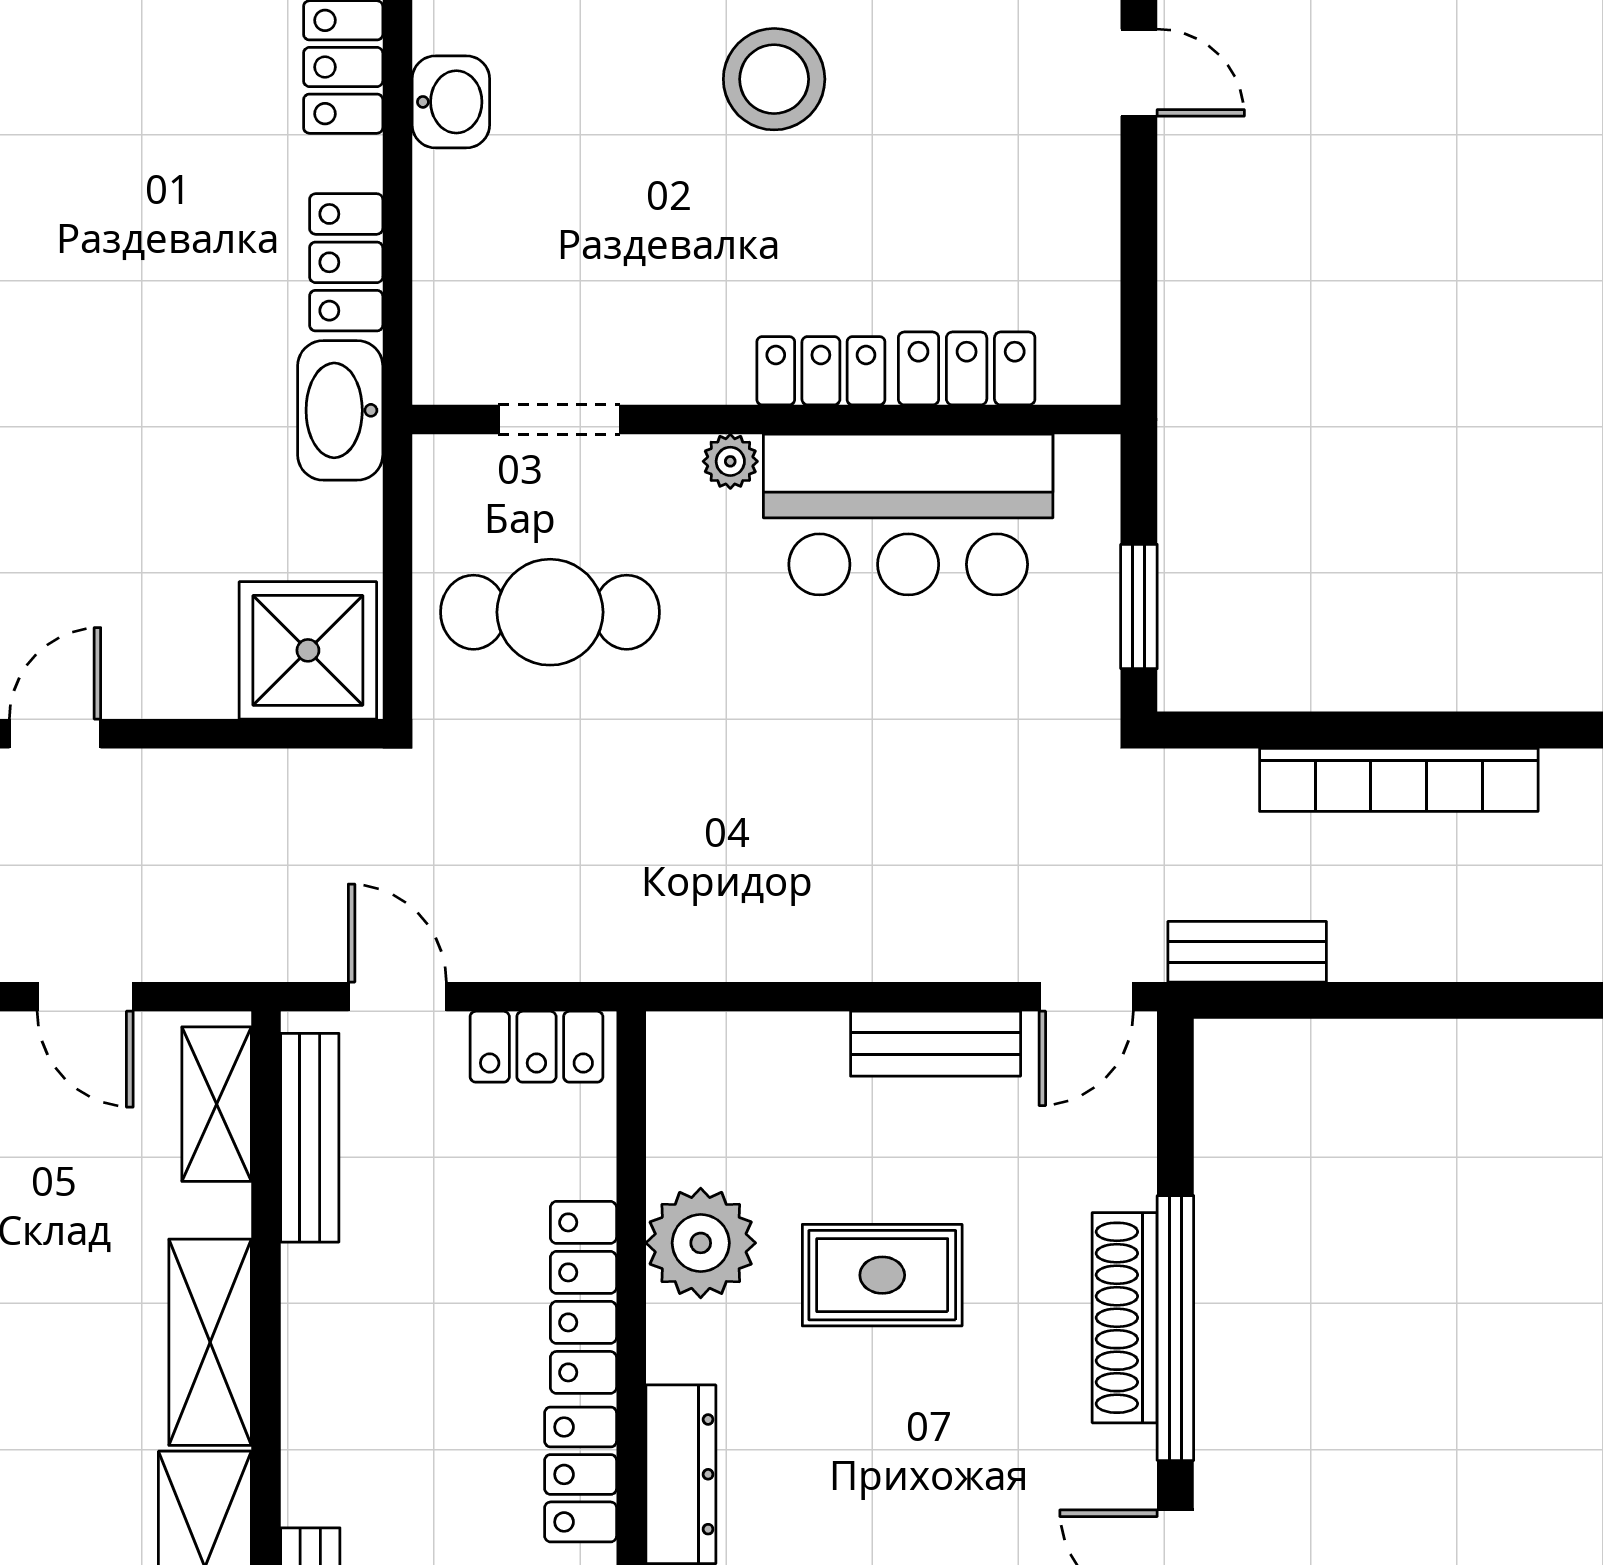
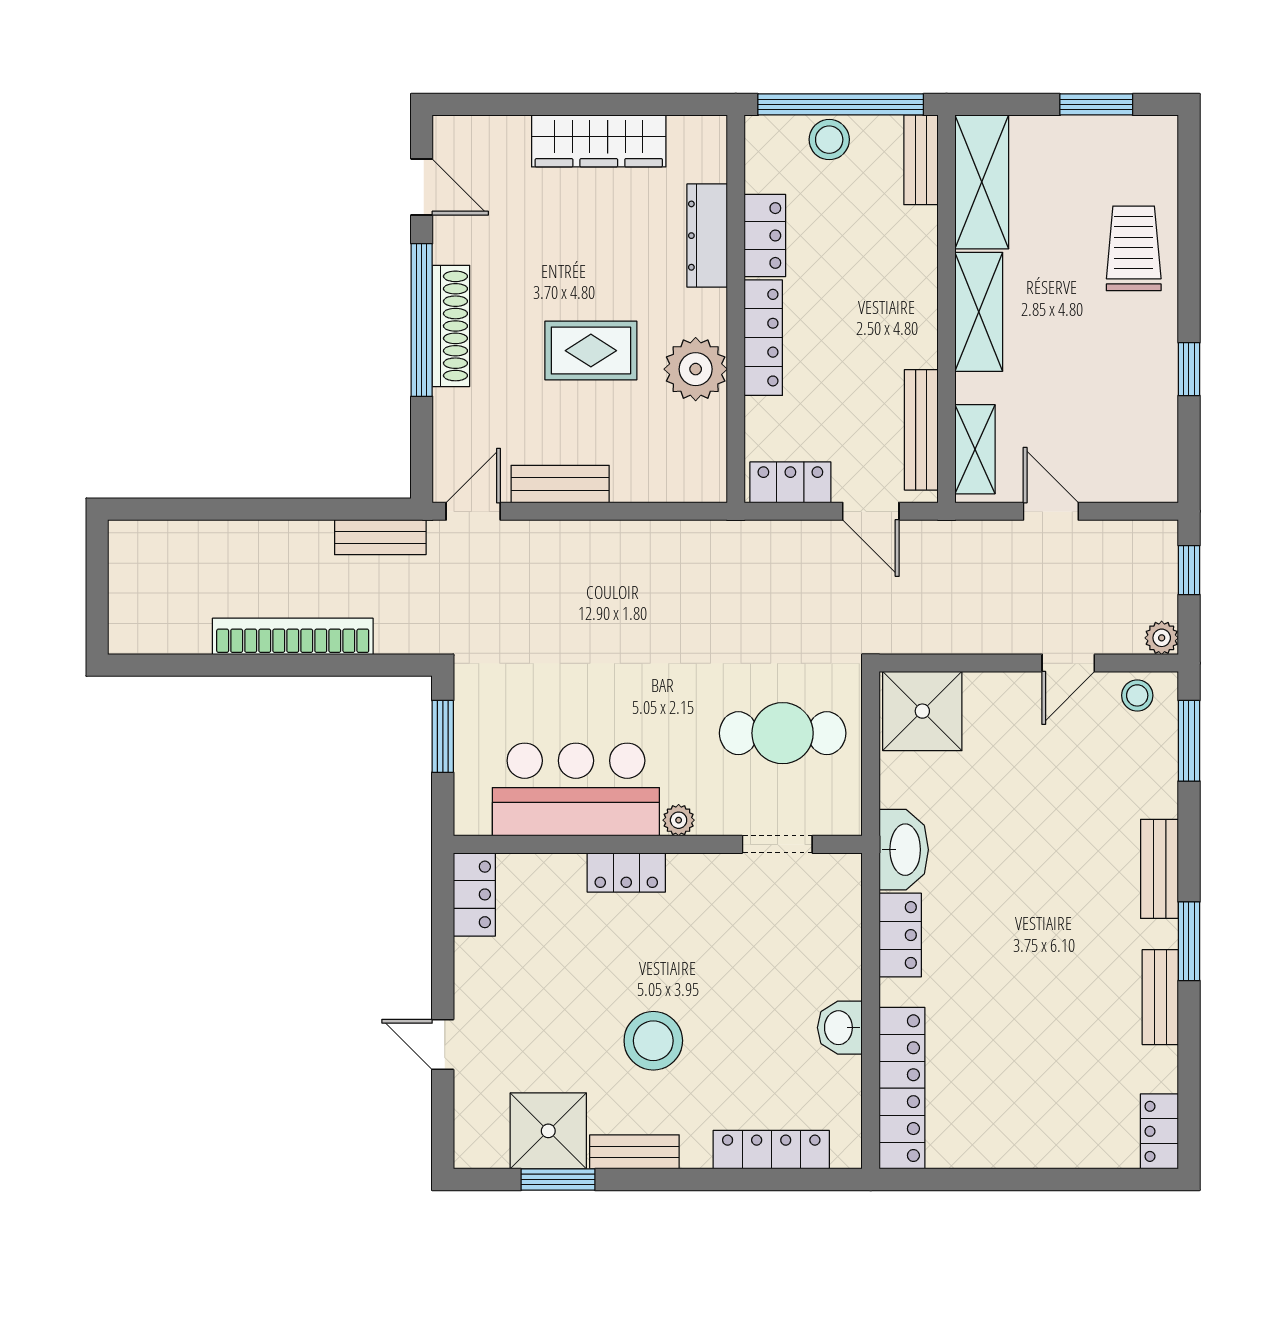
locker: (967, 368) -> (474, 894), moved, turned -90

